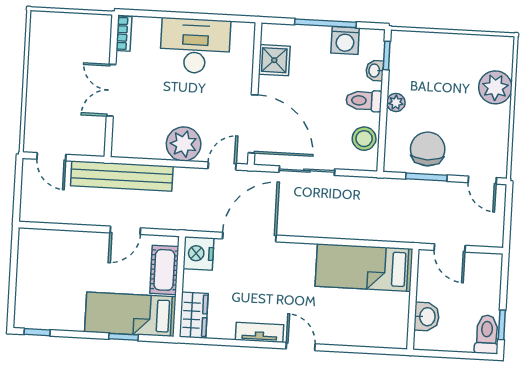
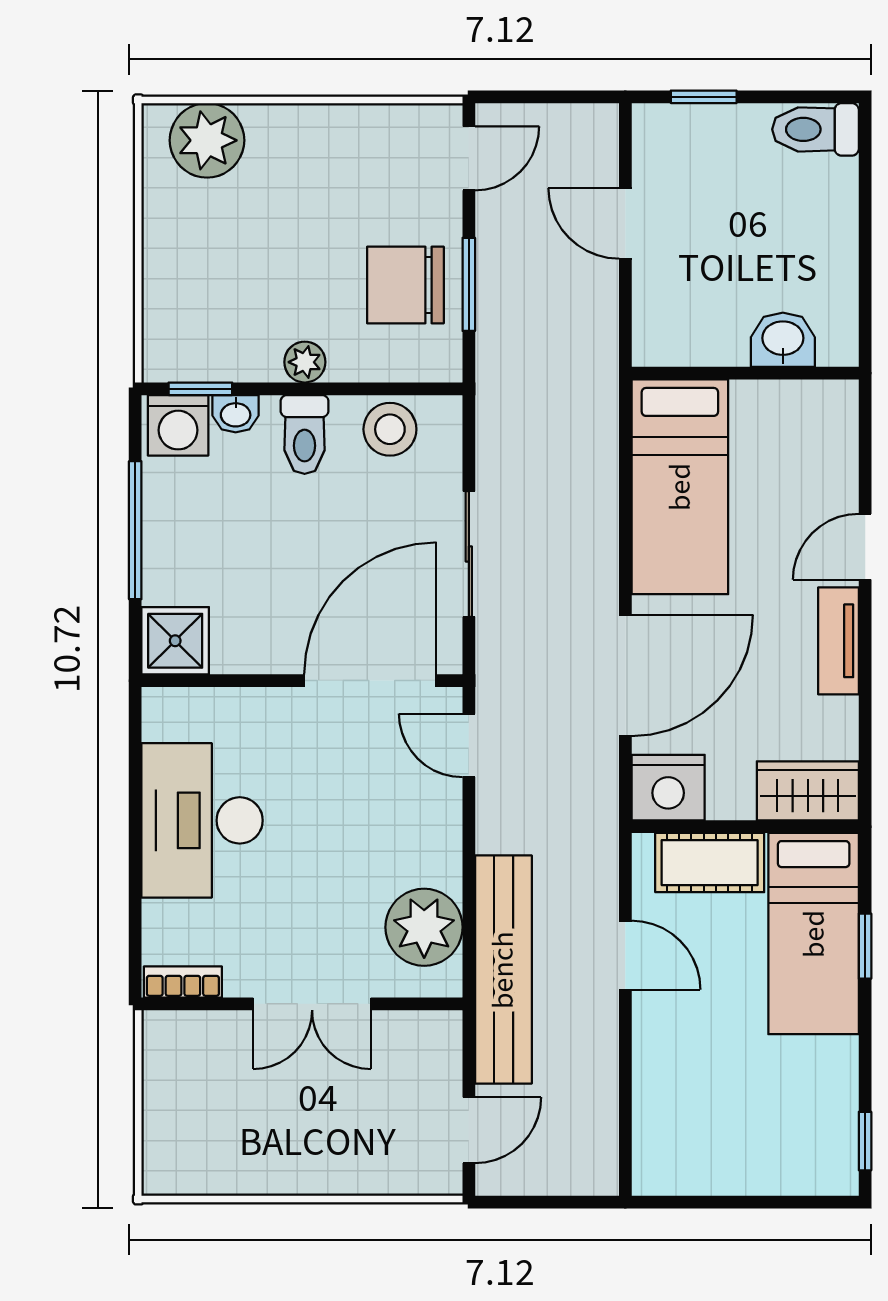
washing machine: (345, 41) -> (178, 425), moved, turned 90
shower: (274, 60) -> (175, 641), moved
plant: (495, 87) -> (207, 140), moved
plant: (184, 144) -> (424, 927), moved
door: (249, 237) -> (625, 675), swing flipped
door: (450, 248) -> (625, 223), swing flipped
bed: (364, 268) -> (680, 487), moved
wall: (413, 299) -> (745, 373), moved
washbasin: (427, 317) -> (783, 340), moved
window: (502, 325) -> (704, 97), moved

